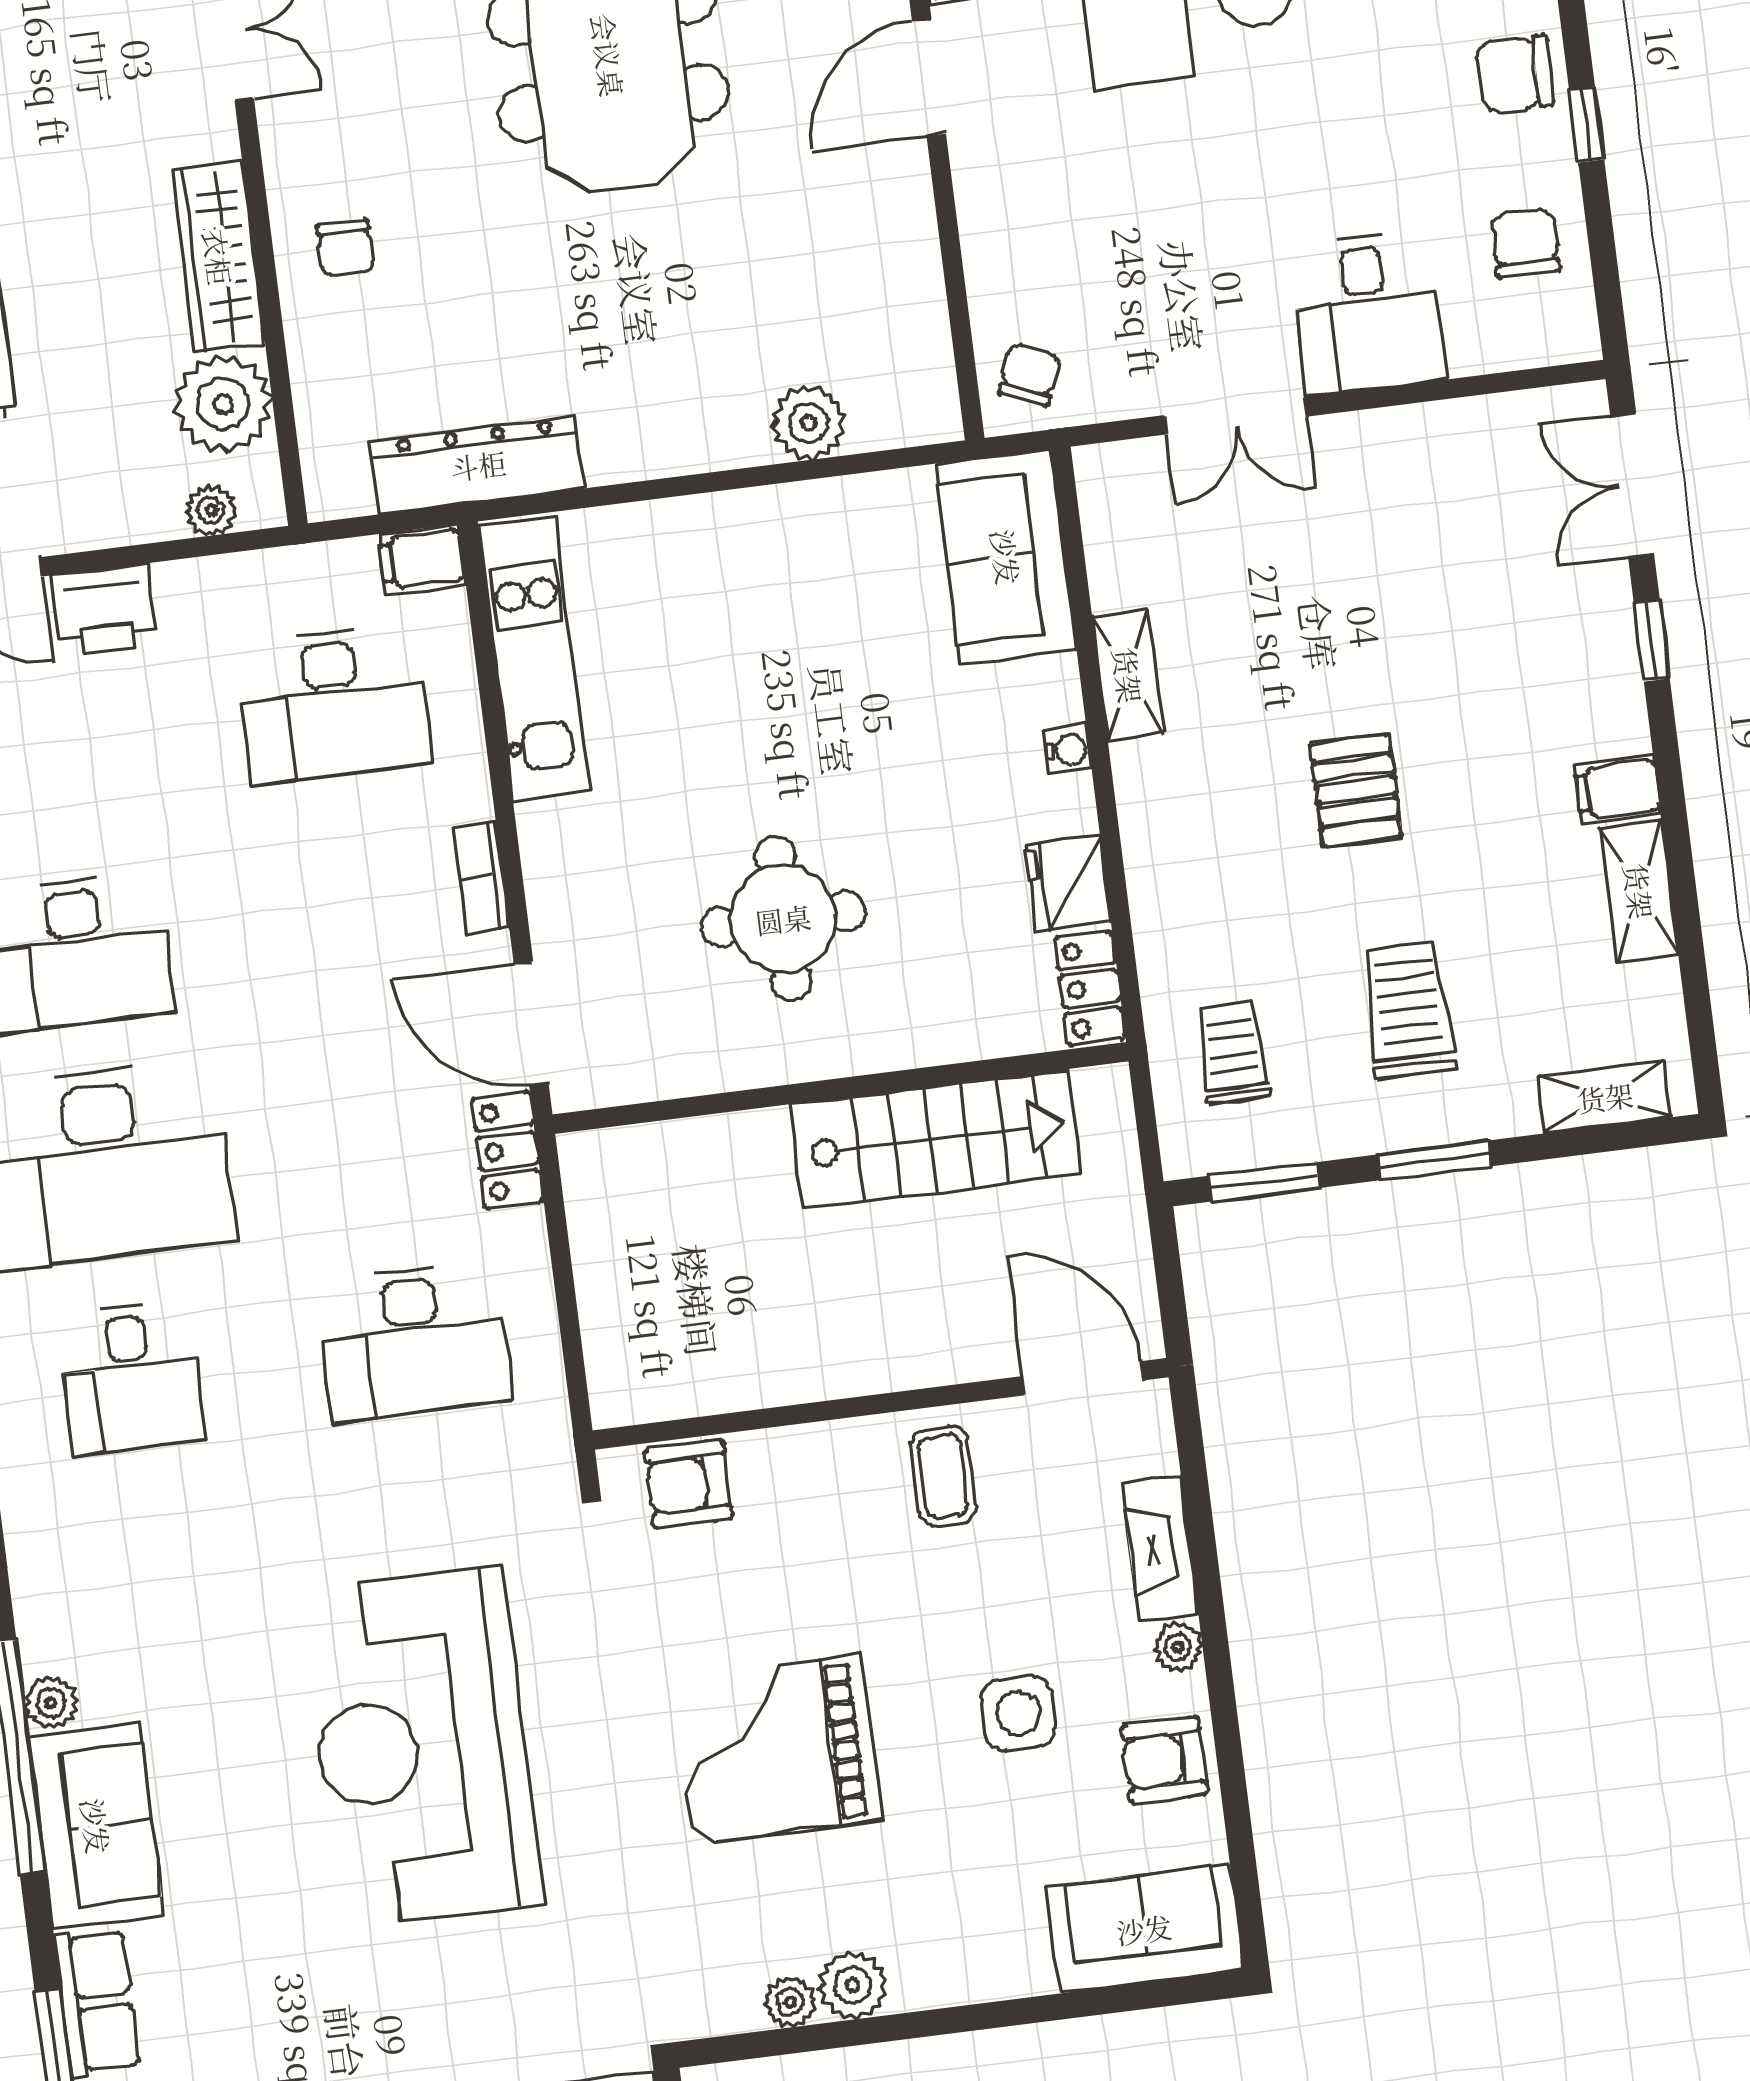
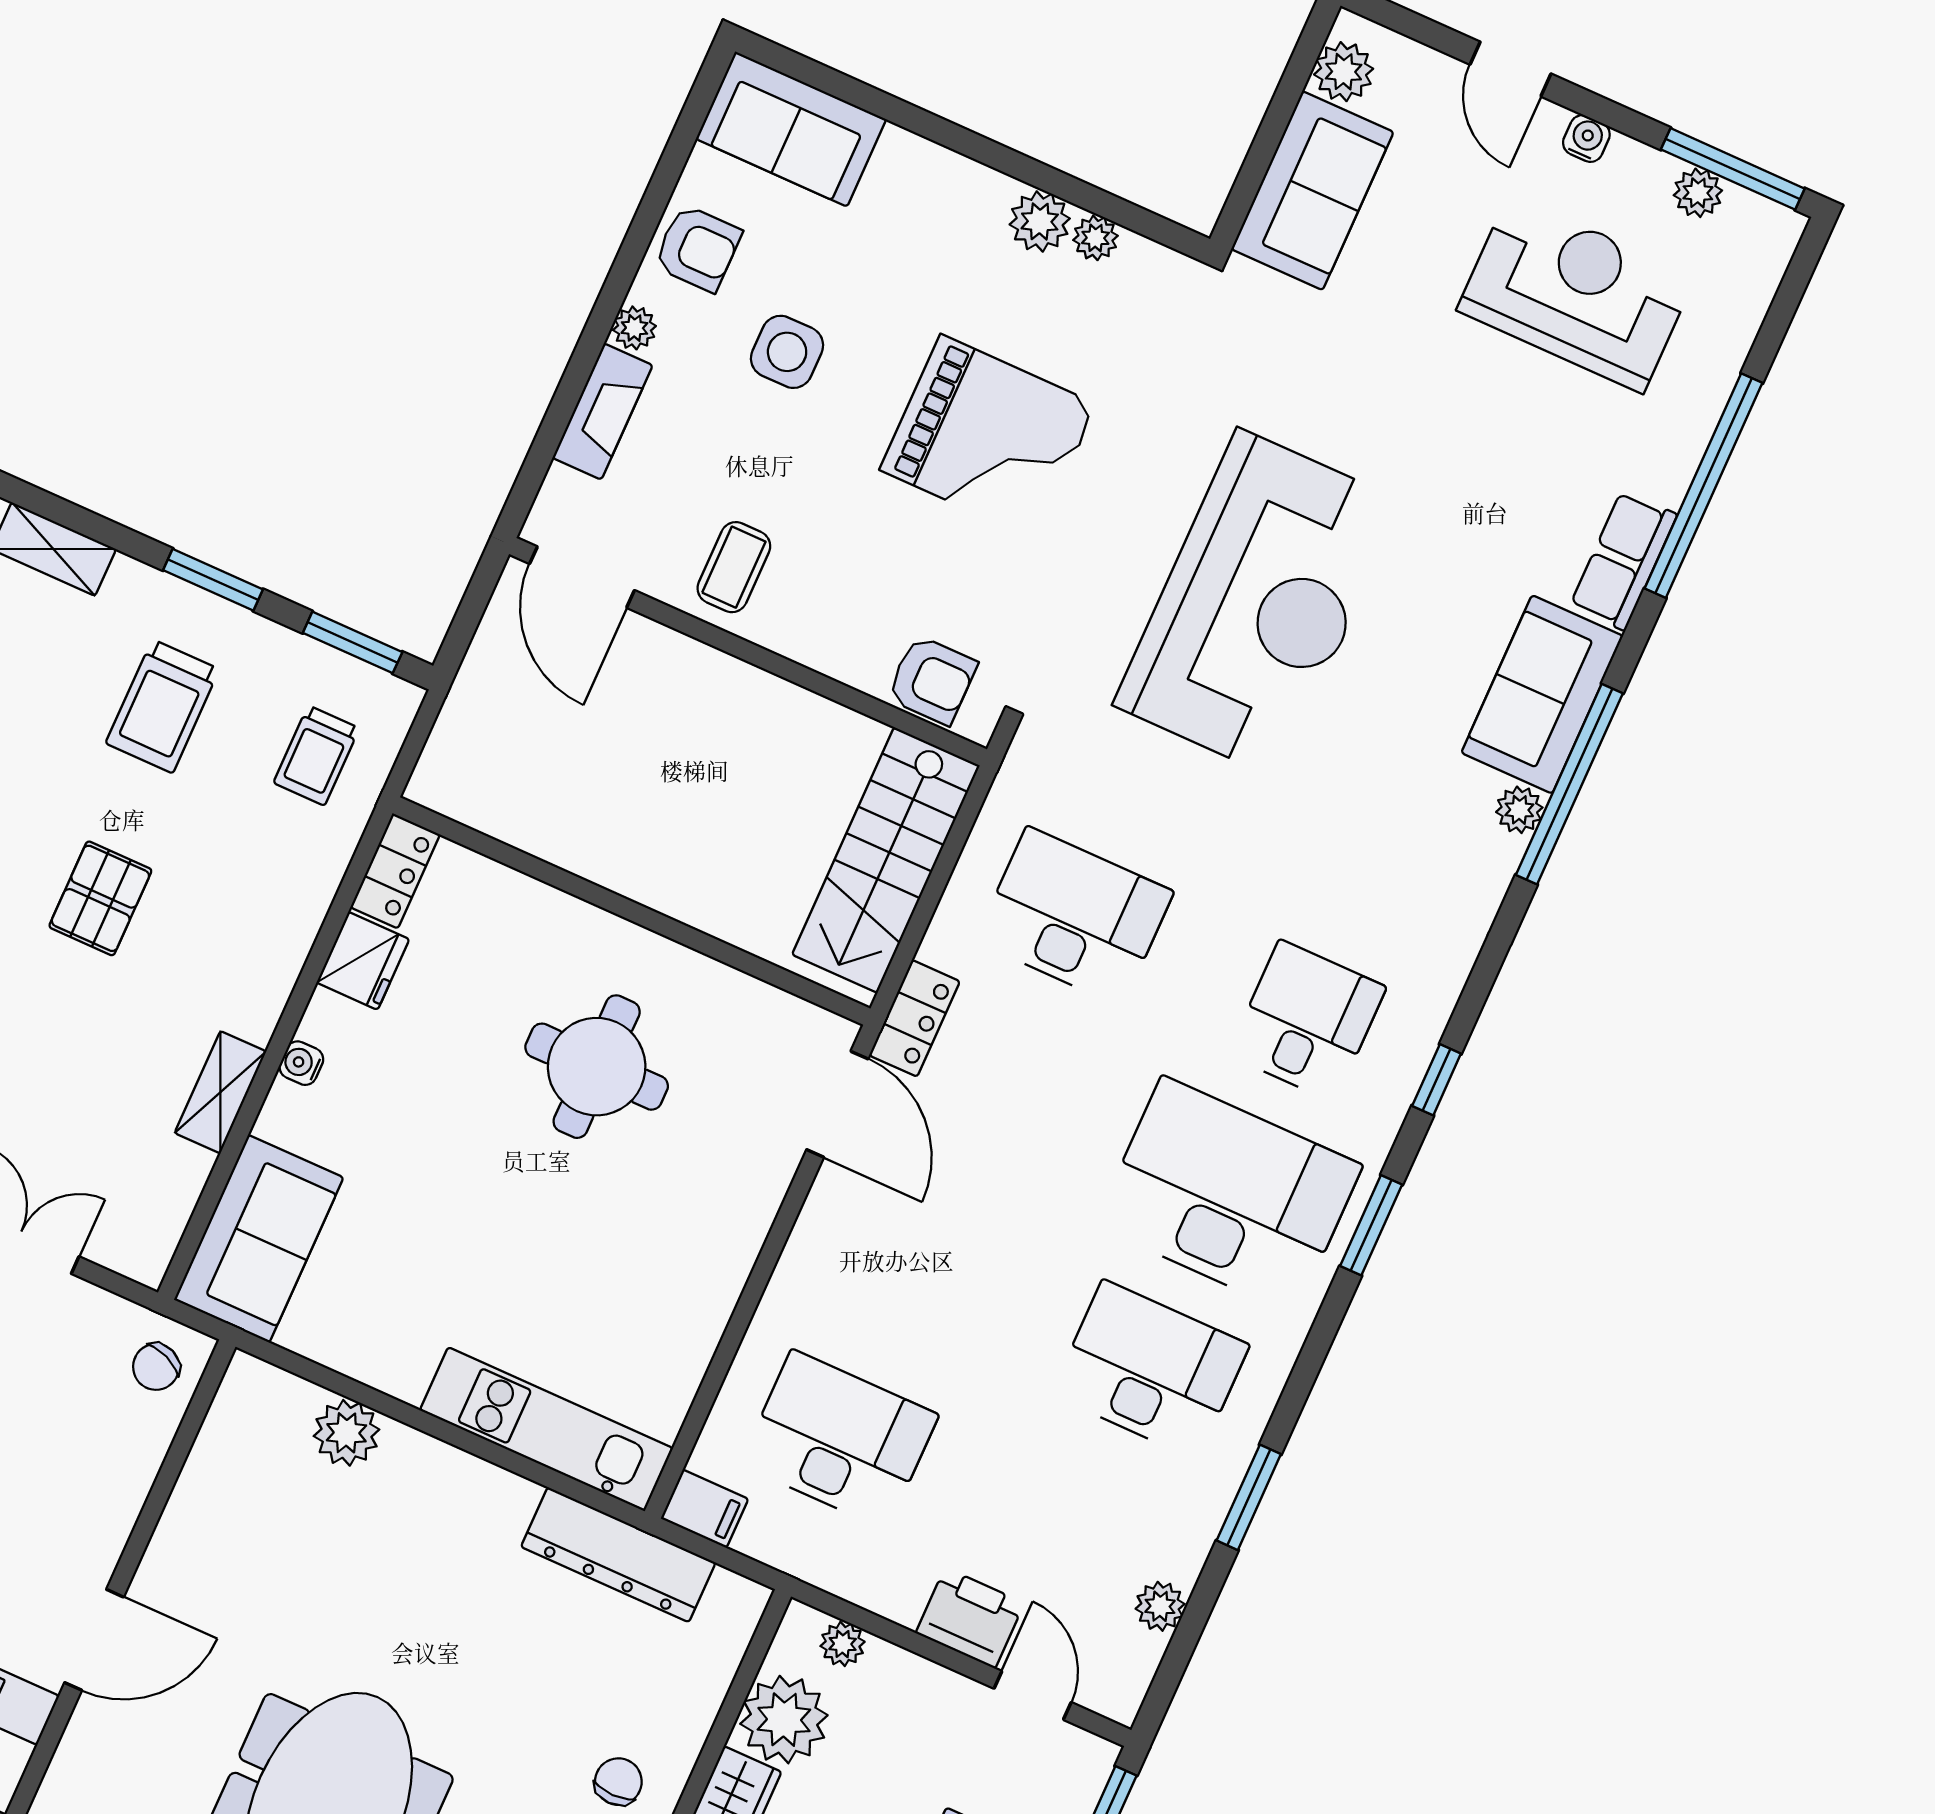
kitchen unit: (534, 658) -> (546, 1429), moved, turned 90
bookcase: (481, 877) -> (807, 1239), removed
stairs: (936, 1139) -> (886, 860), moved, turned -90

